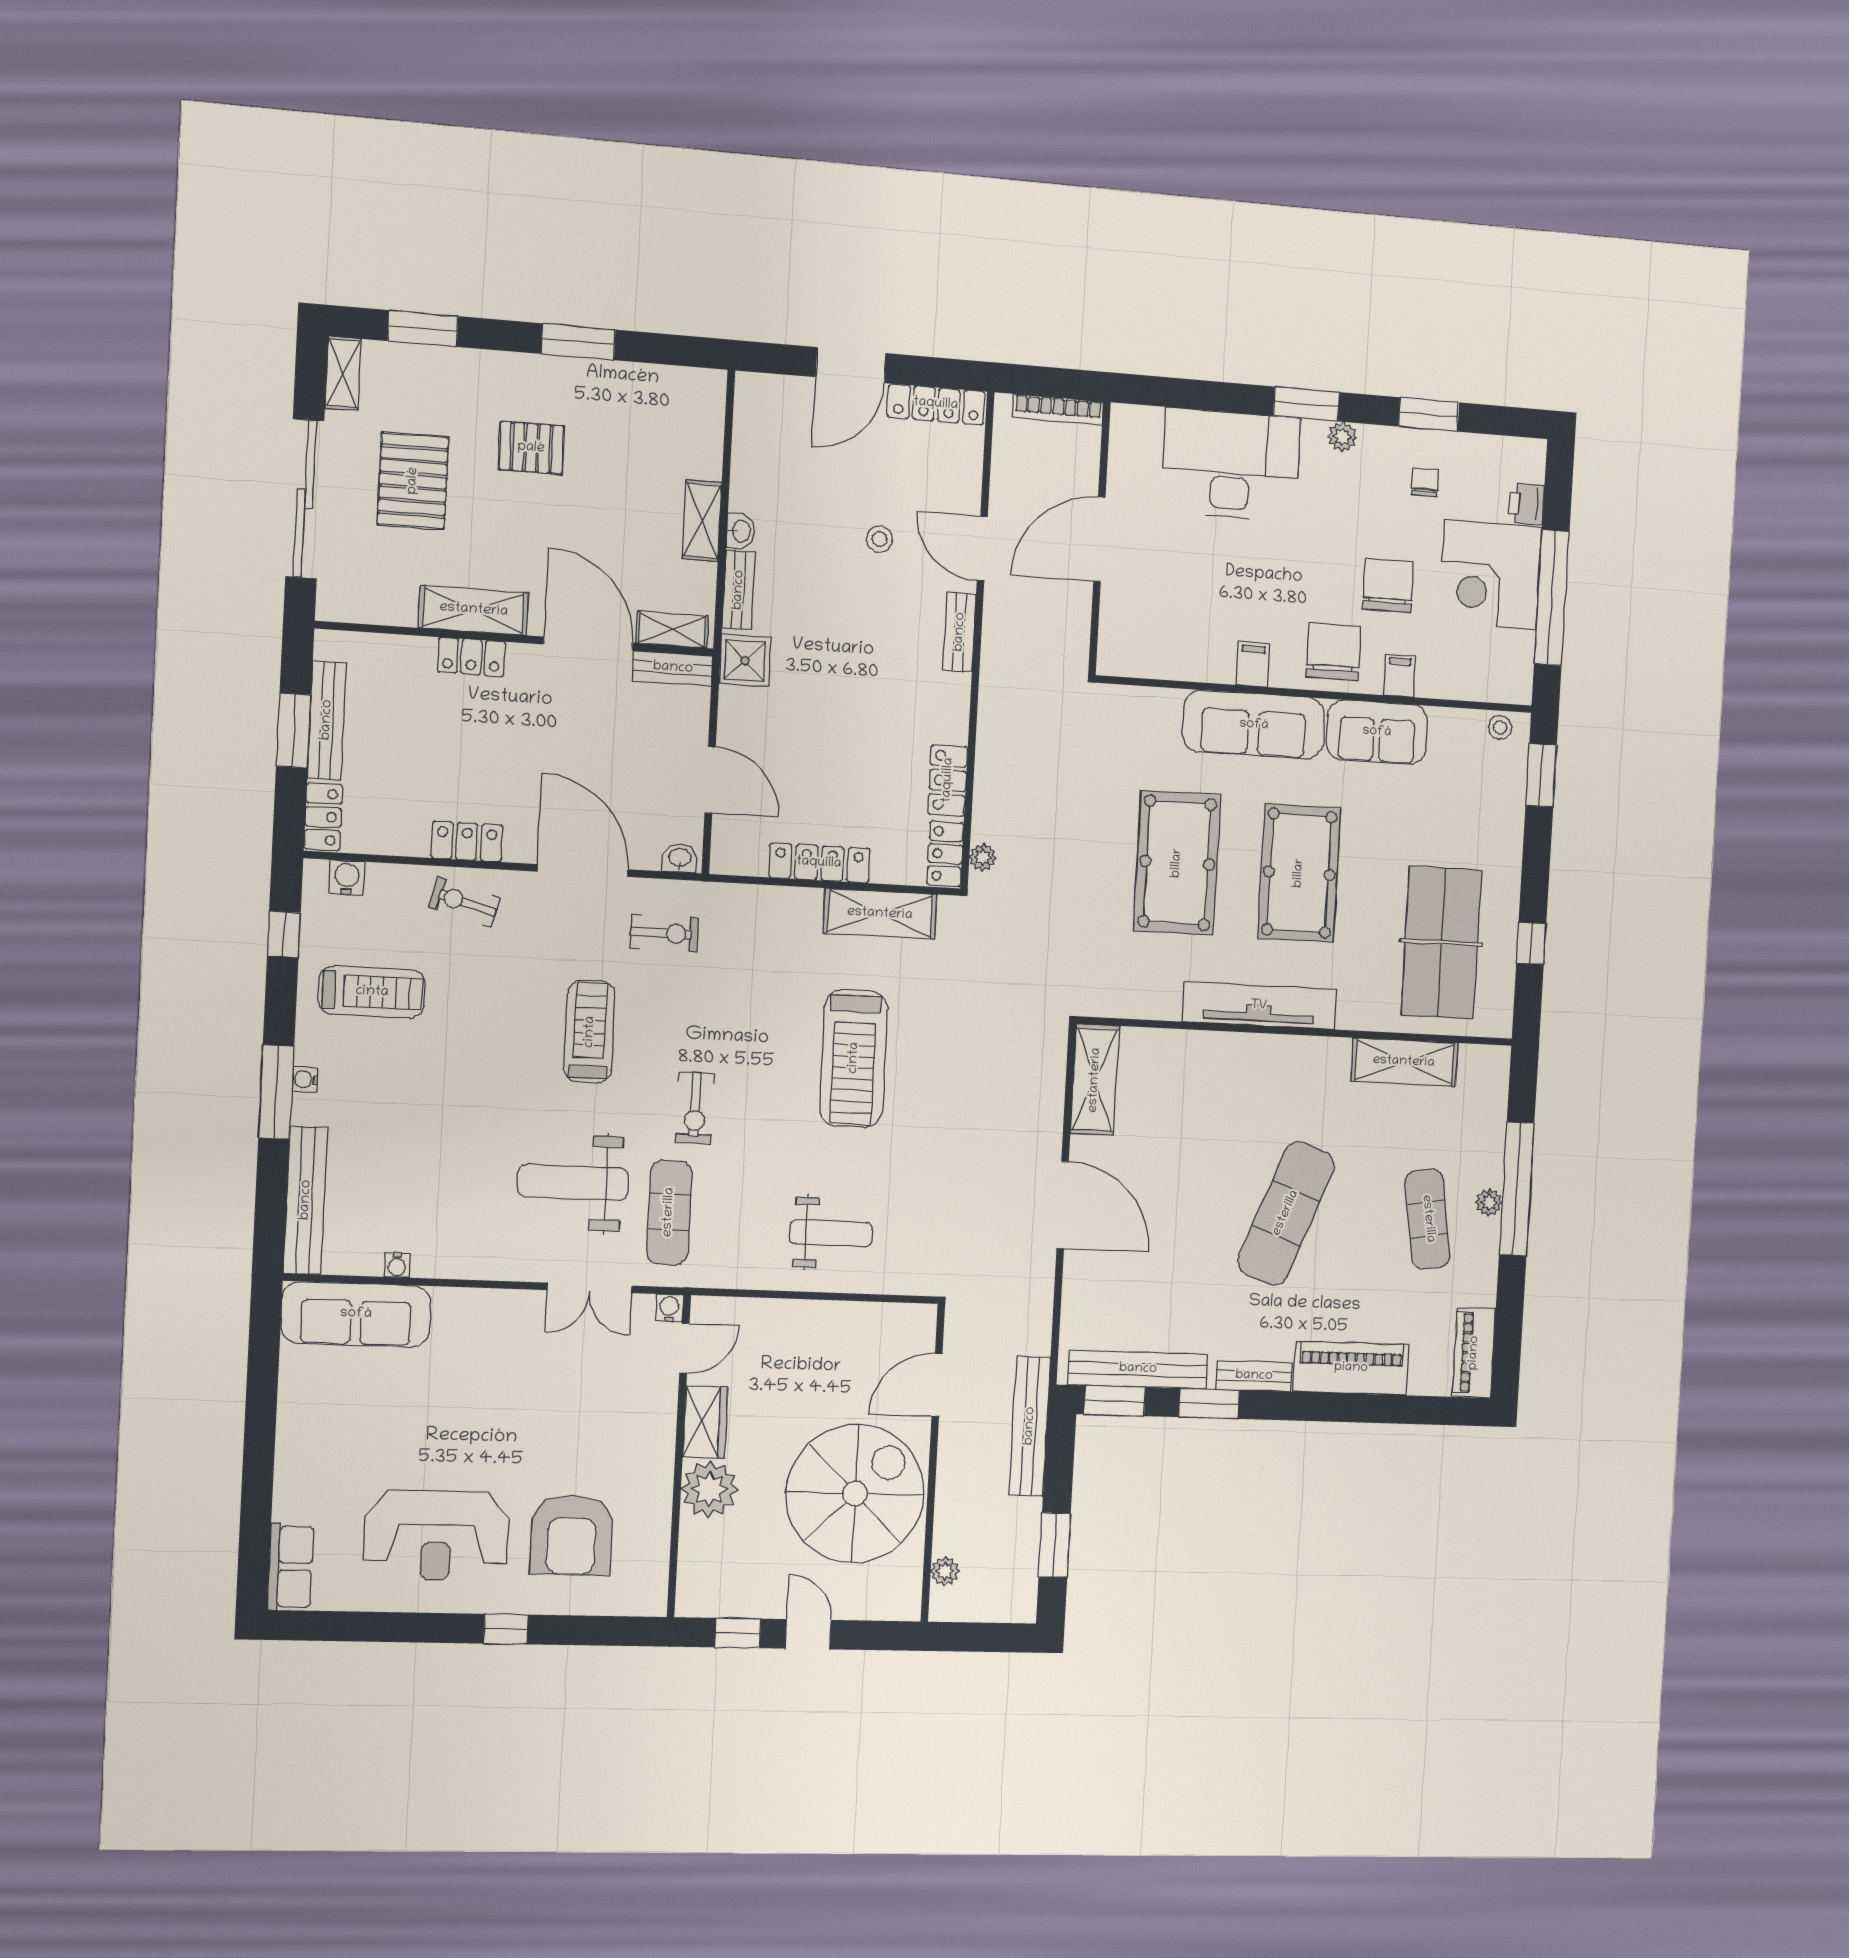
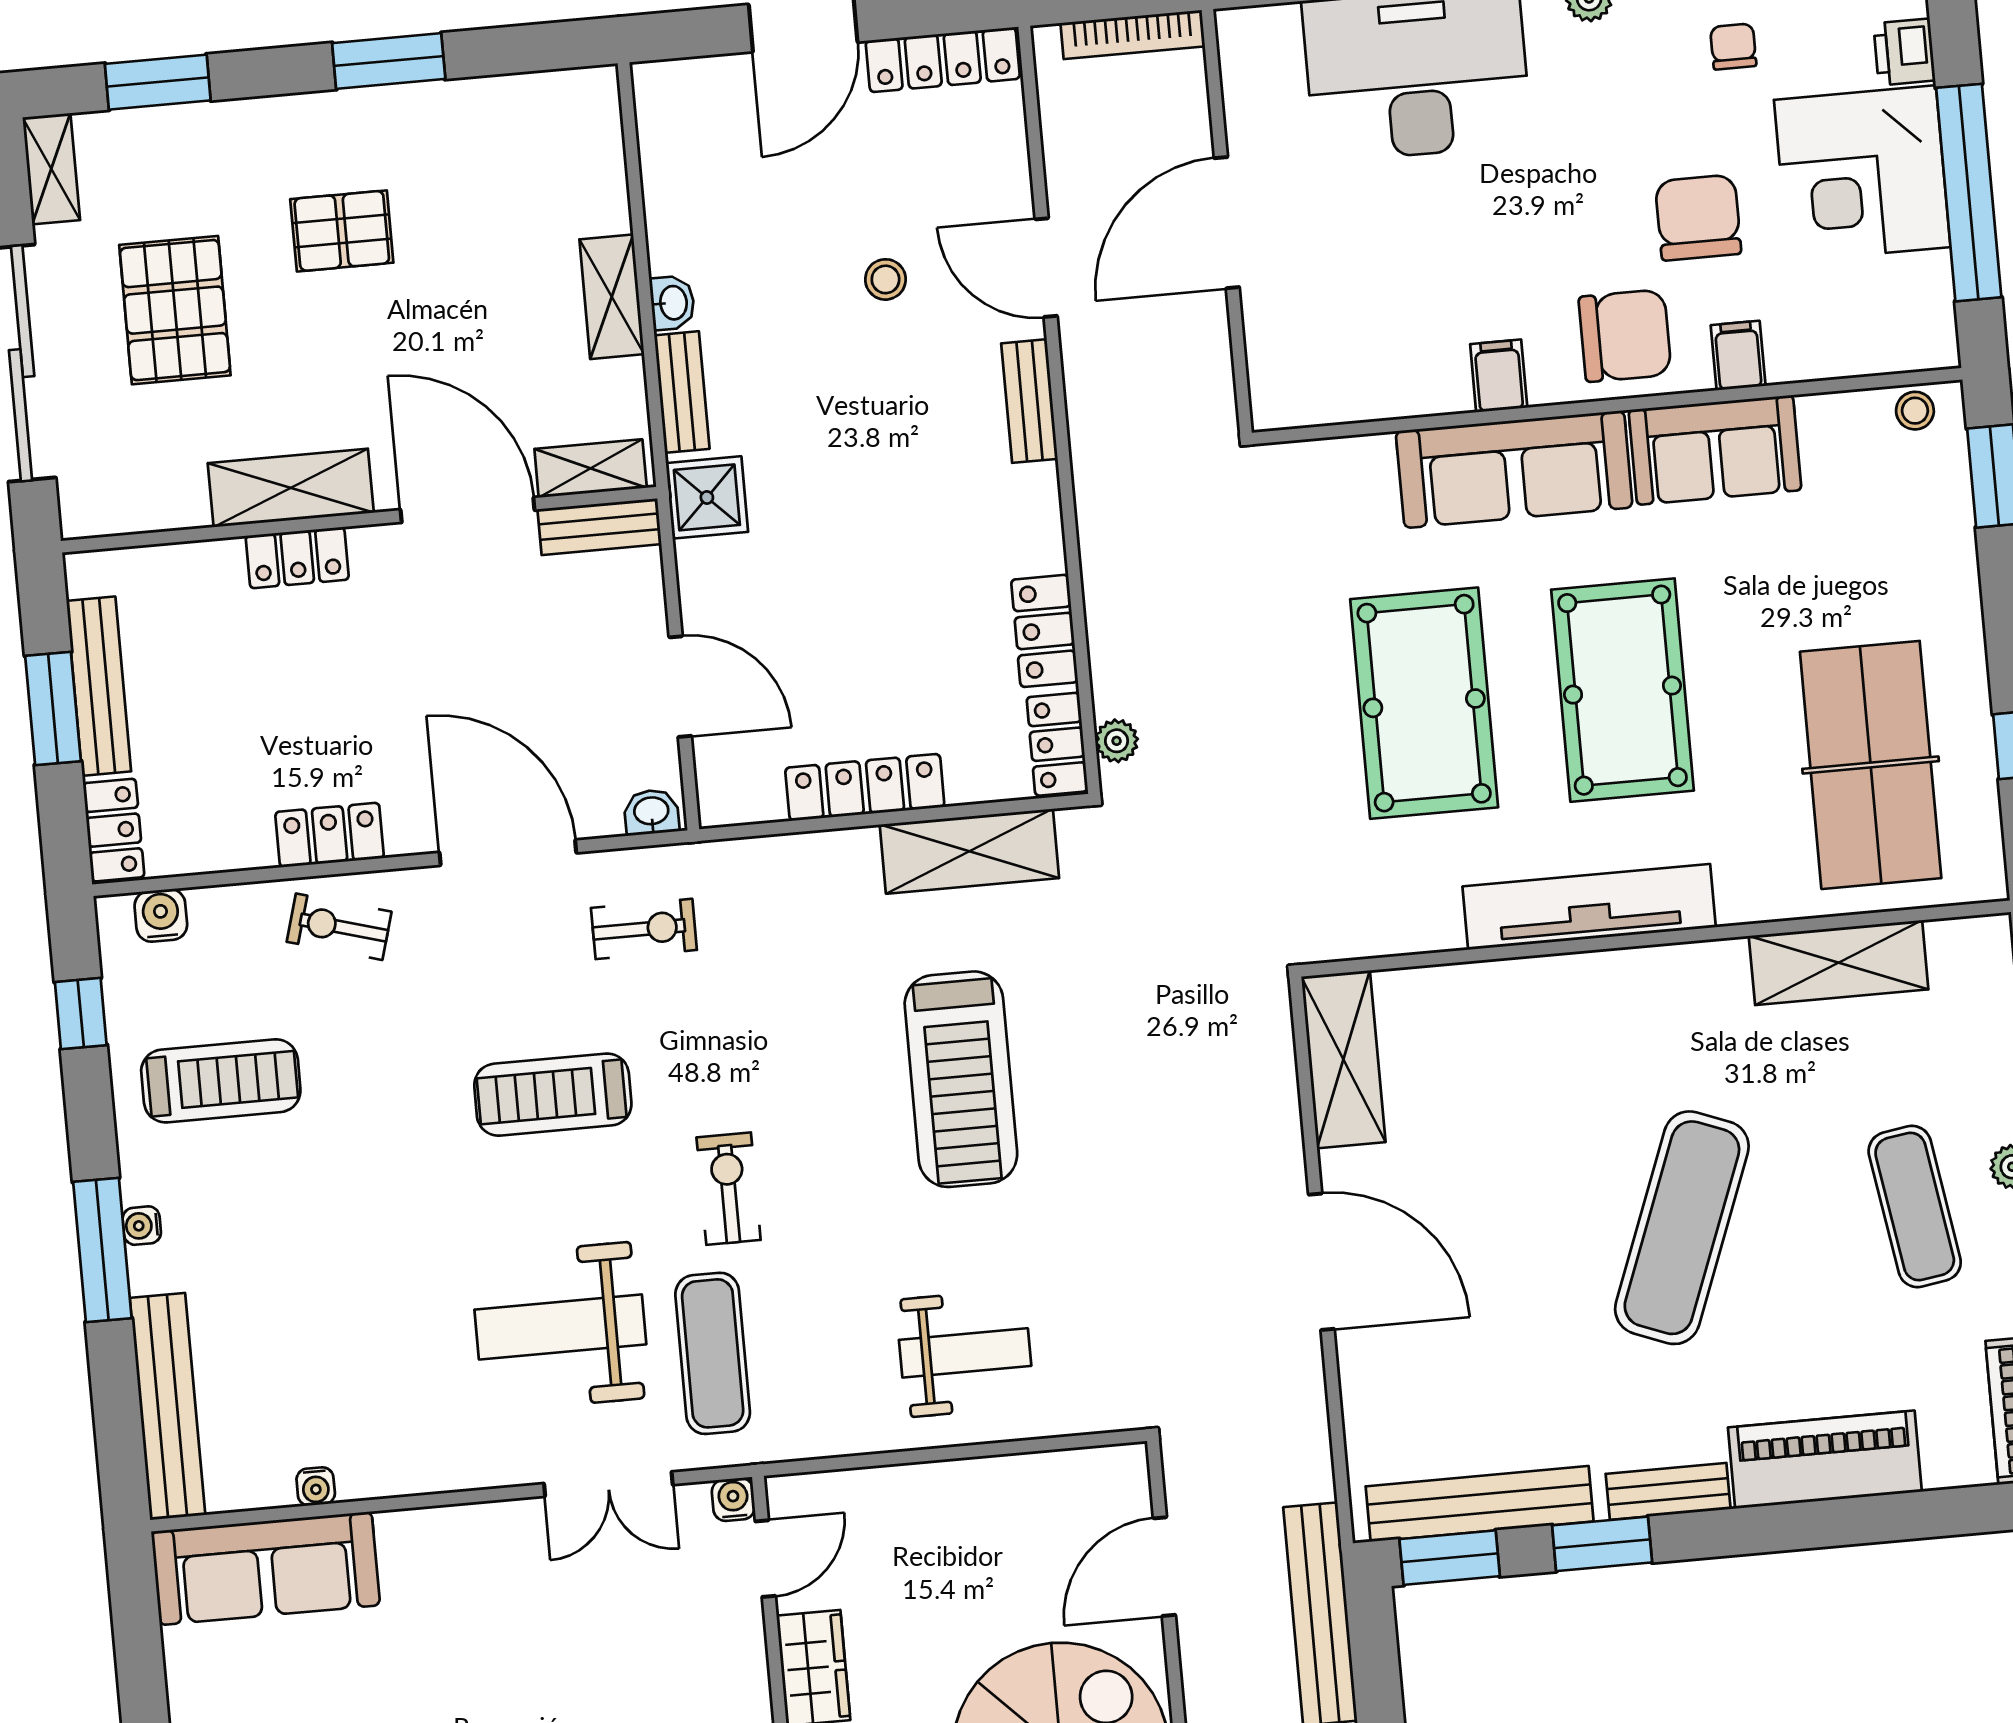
chair: (1333, 652) -> (1625, 336), turned 90
treadmill: (590, 1032) -> (553, 1095), turned -90
exercise bike: (695, 1108) -> (729, 1189), turned 180

